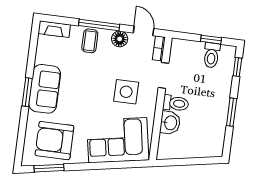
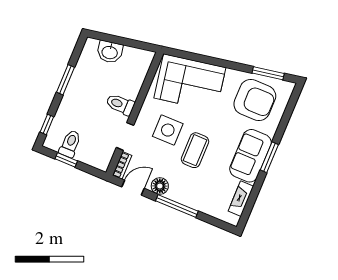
fireplace: (54, 29) -> (241, 199), moved, turned -90
door: (144, 31) -> (133, 188), swing flipped
coffee table: (90, 41) -> (195, 150), moved, width x1.36, depth x1.30
washbasin: (170, 123) -> (110, 52), moved, turned -100

